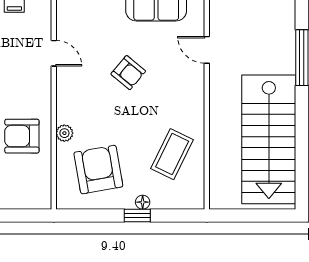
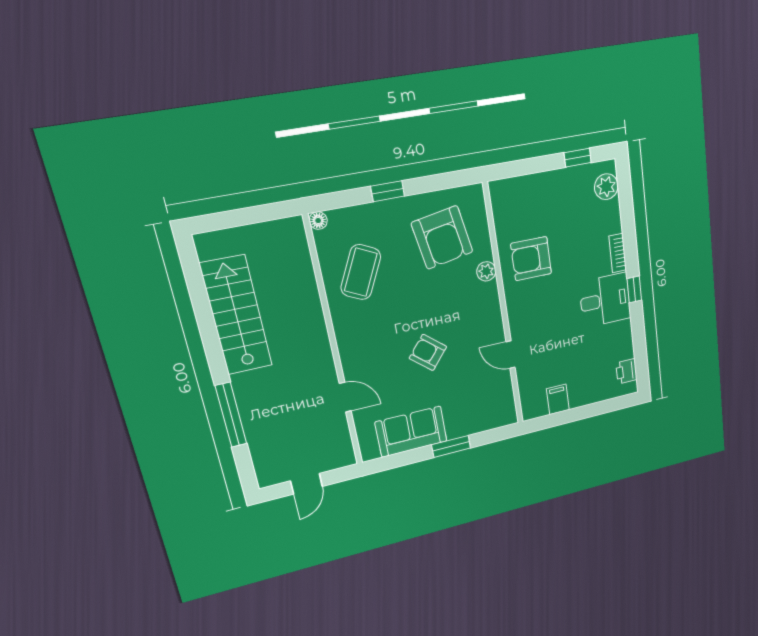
armchair: (22, 136) -> (531, 259), turned 180
stairs: (269, 139) -> (236, 315), width x0.73, depth x0.66
floor lamp: (143, 202) -> (318, 221), moved

